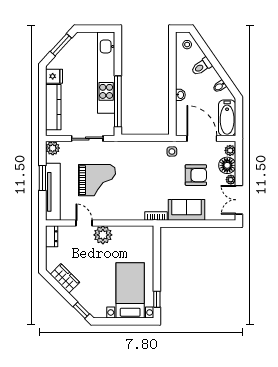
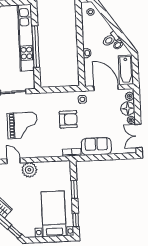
toilet: (201, 67) -> (111, 39), moved
window: (118, 101) -> (36, 47), moved
armchair: (196, 175) -> (68, 119), moved
window: (157, 262) -> (74, 189), added

